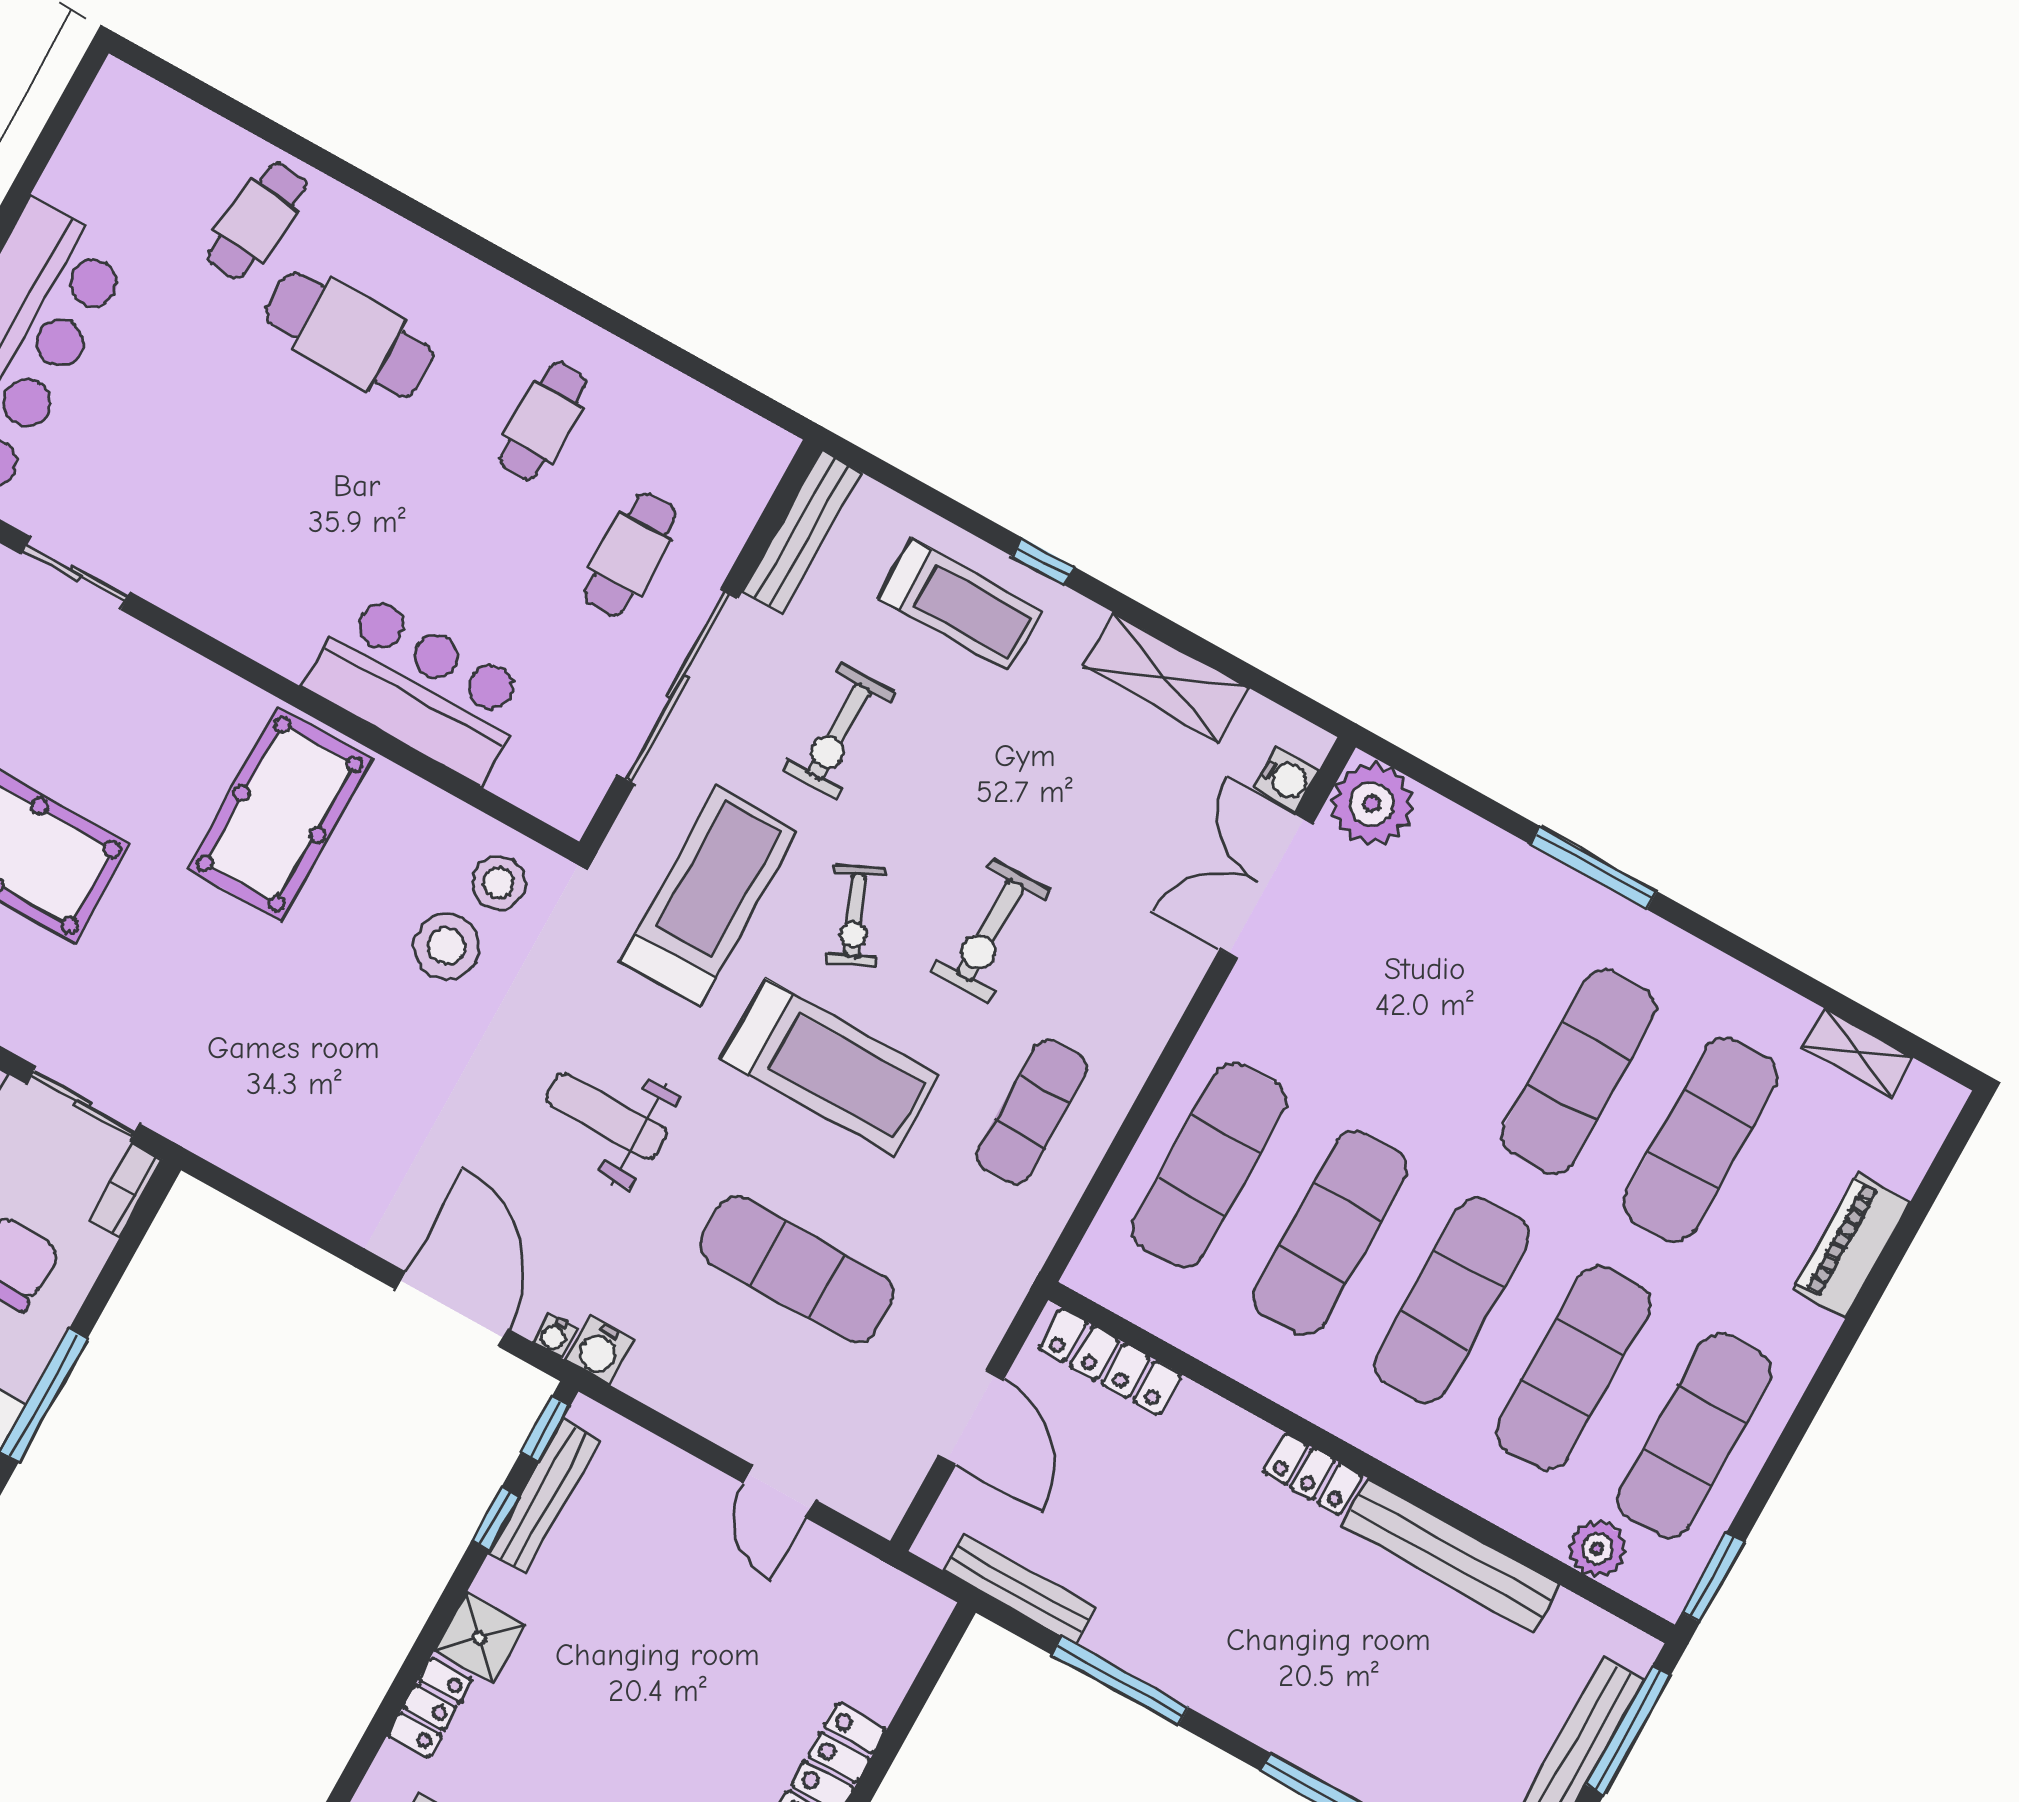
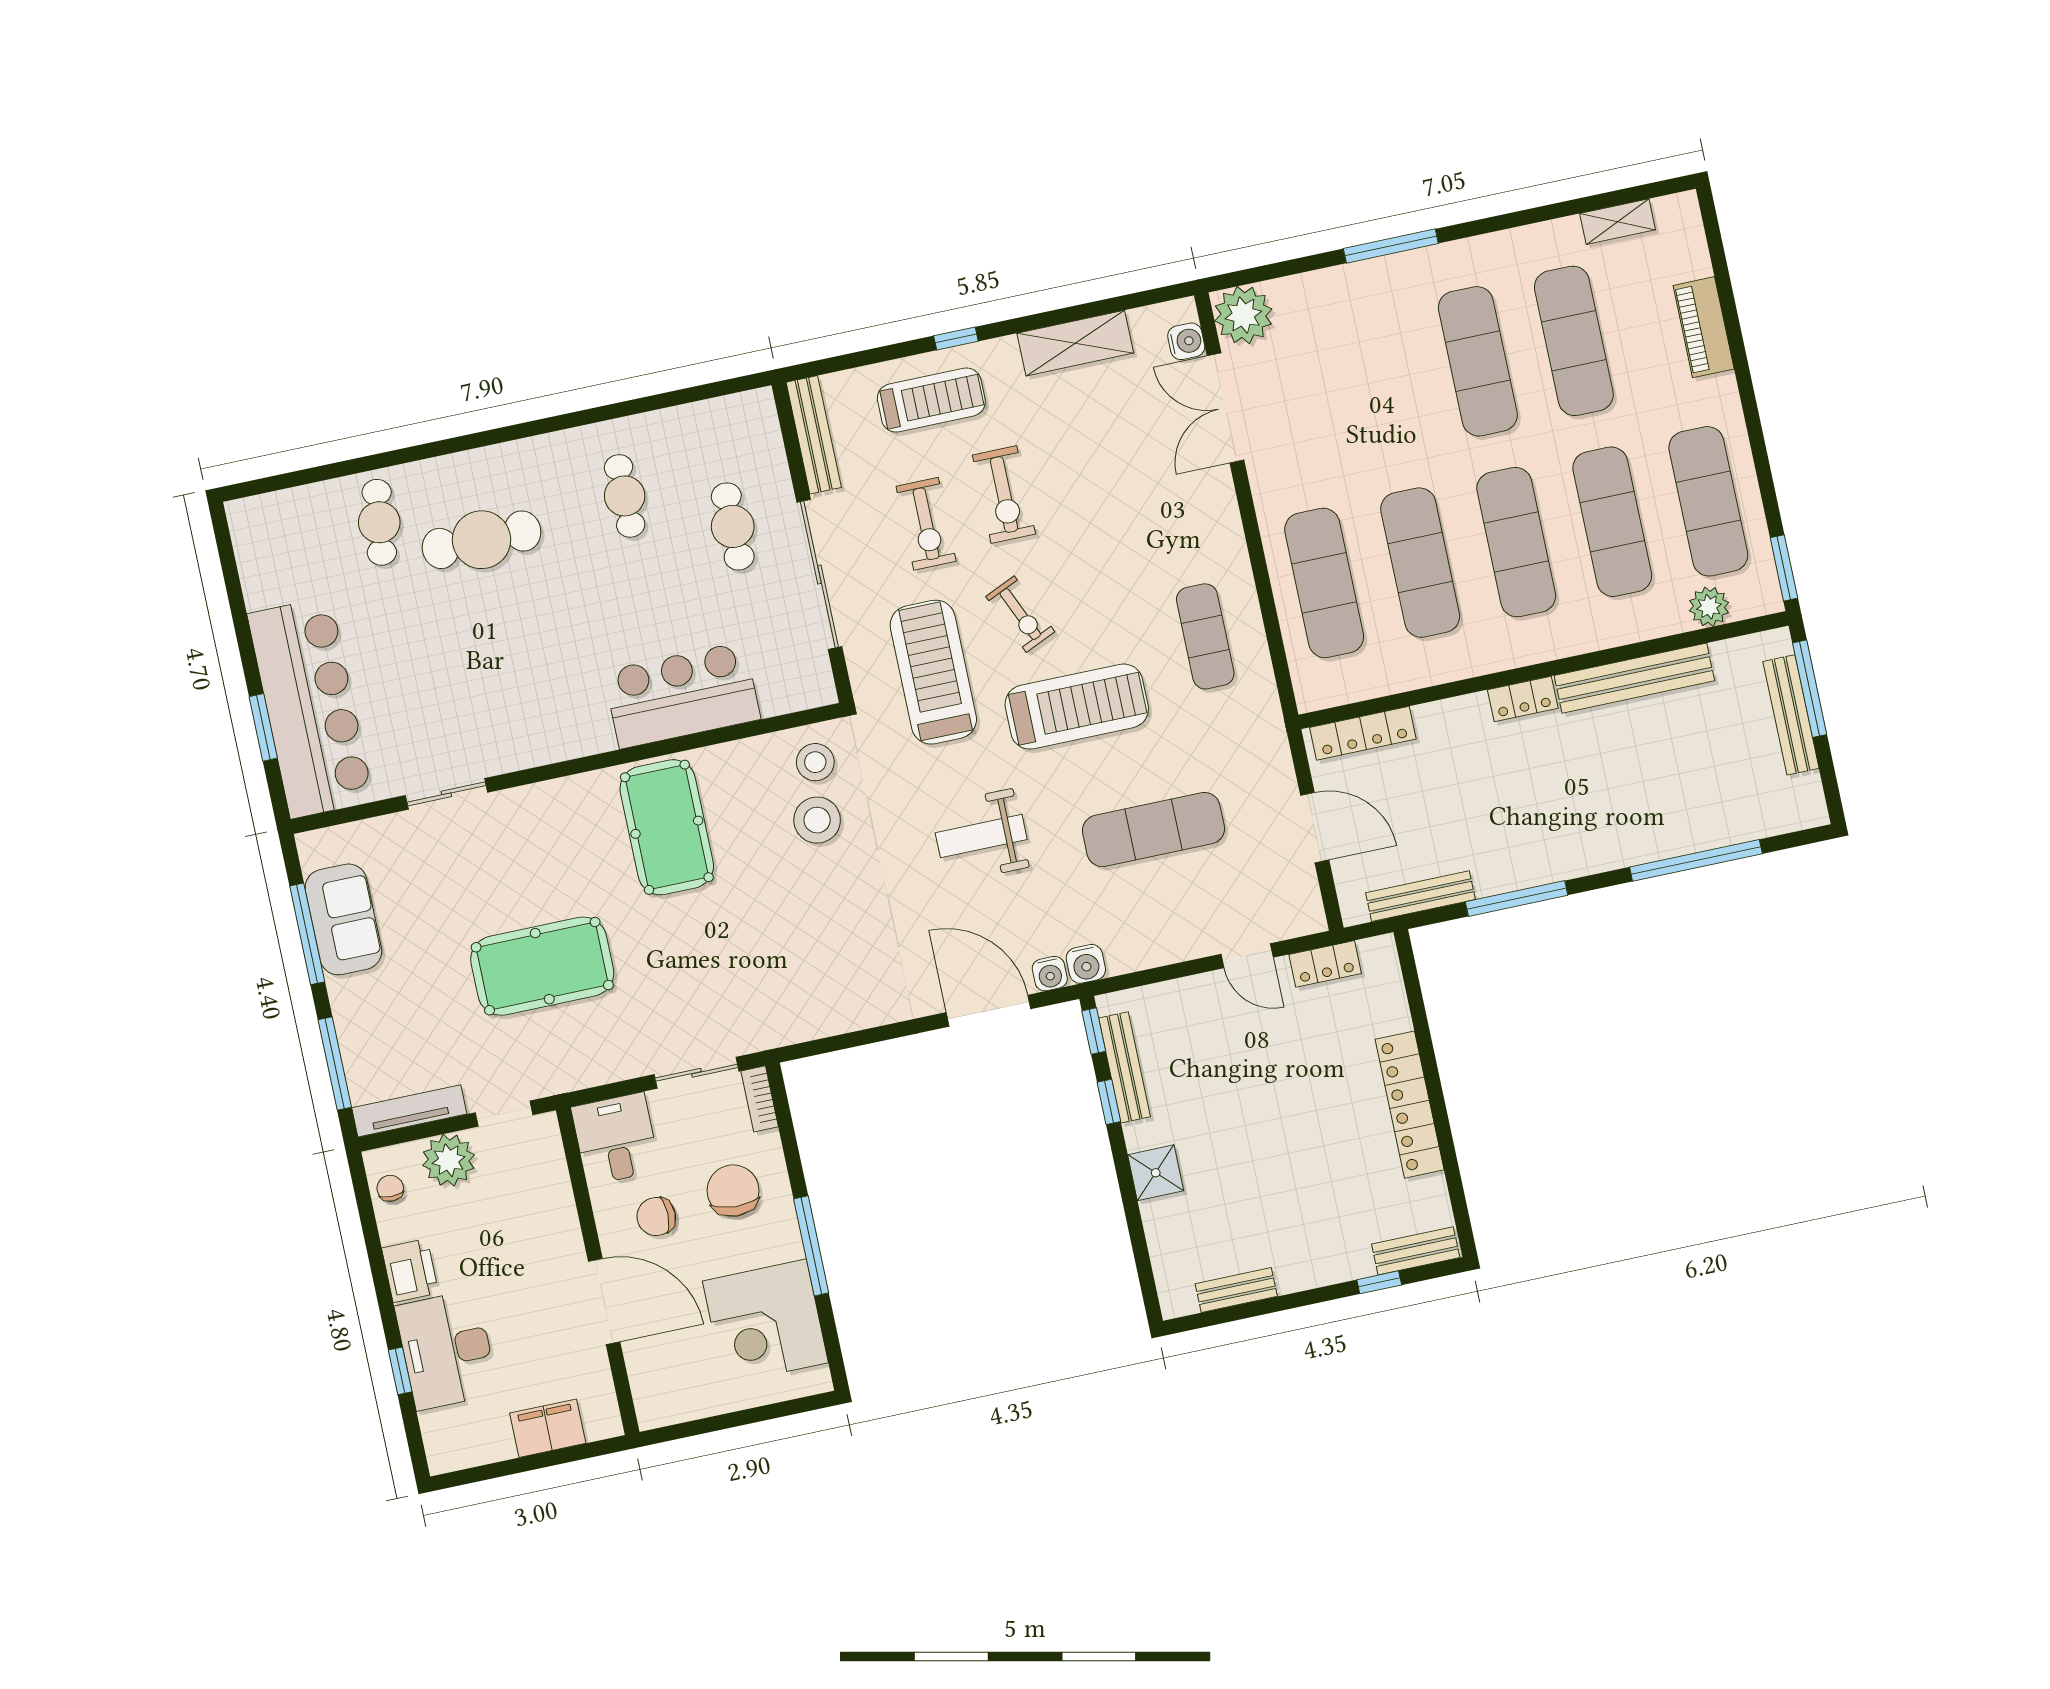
exercise bike: (990, 931) -> (1004, 495), moved
water cooler: (554, 1335) -> (1050, 974), width x1.38, depth x1.38
locker: (430, 1707) -> (1325, 964), moved, turned 90

